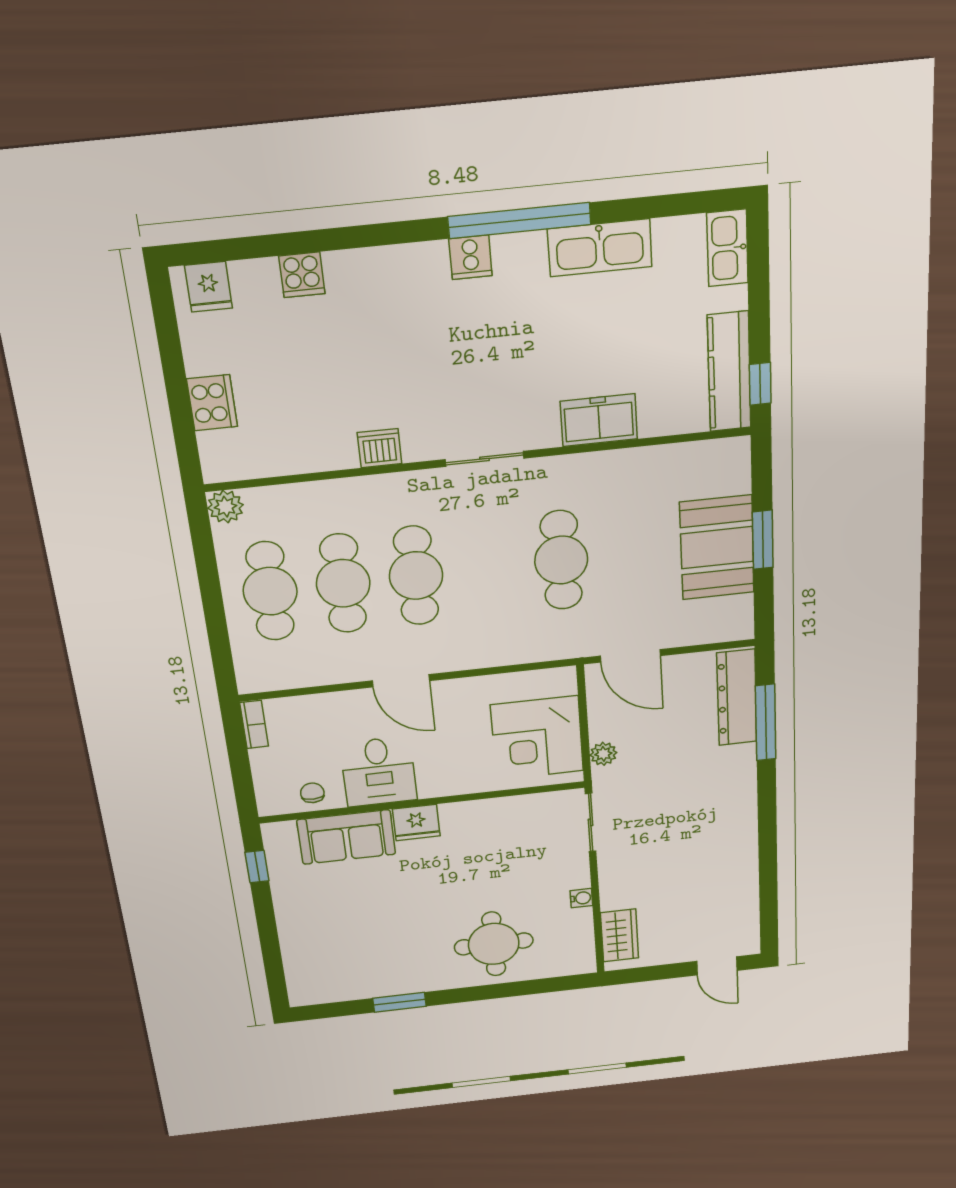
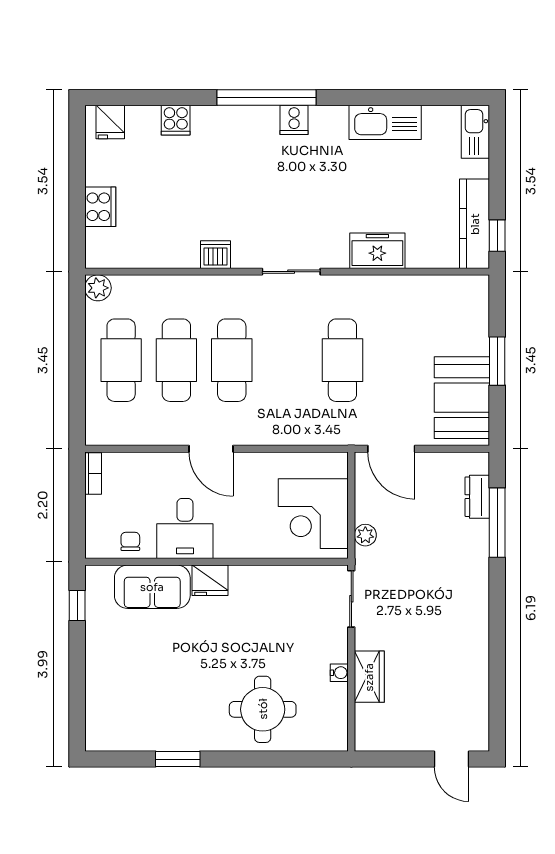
window: (519, 221) -> (267, 97), moved
booth: (717, 548) -> (462, 398), moved
dresser: (737, 698) -> (477, 497), width x0.51, depth x0.80
wardrobe: (619, 936) -> (369, 677), moved

